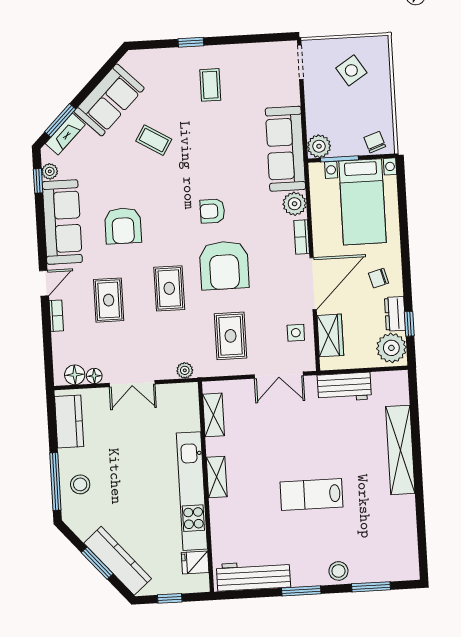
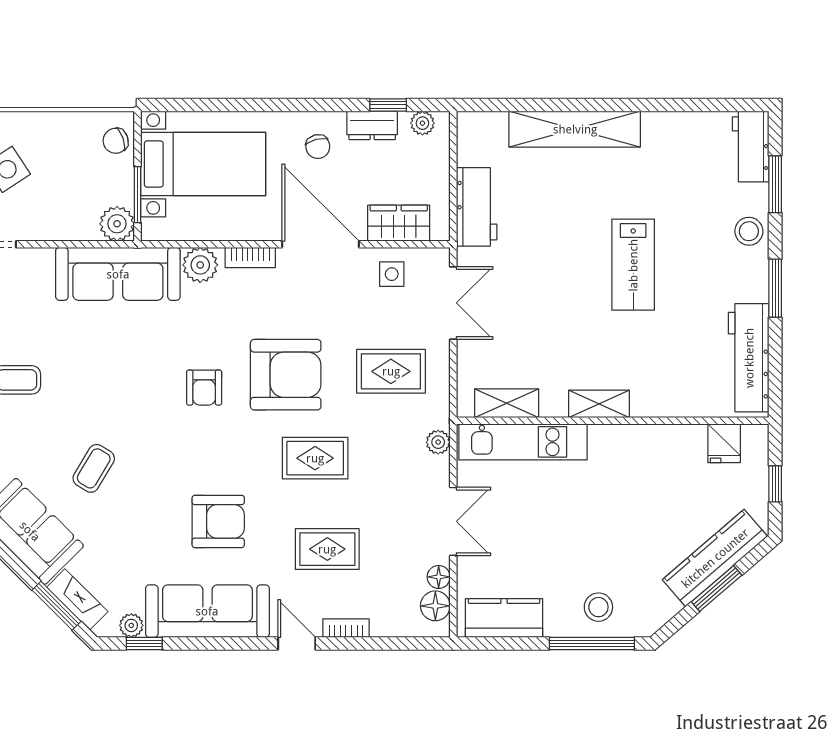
plant: (391, 348) -> (422, 123), width x0.53, depth x0.53
kitchen unit: (192, 491) -> (523, 442), moved, width x0.73
workbench: (395, 569) -> (751, 146), added

